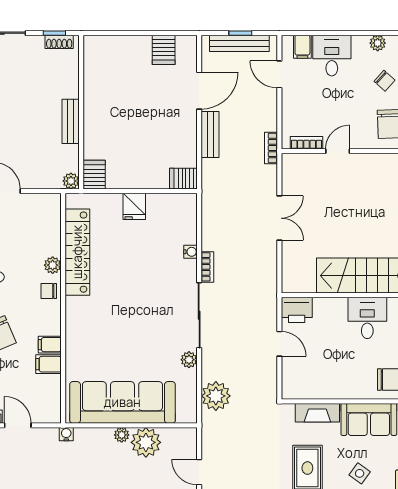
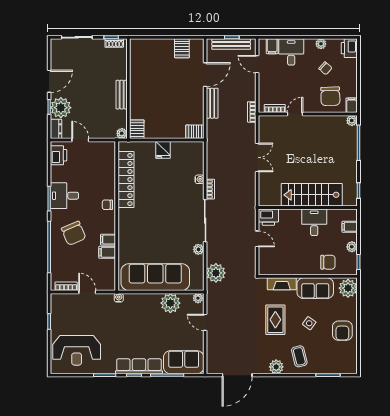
plant: (53, 265) -> (110, 188), removed
plant: (122, 435) -> (198, 298), moved

